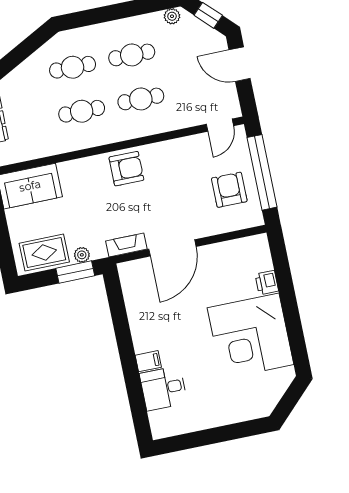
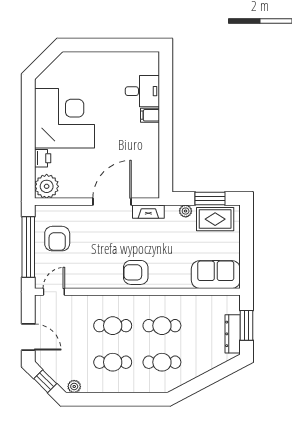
plant: (255, 250) -> (47, 186), added
window: (75, 272) -> (210, 198), moved

